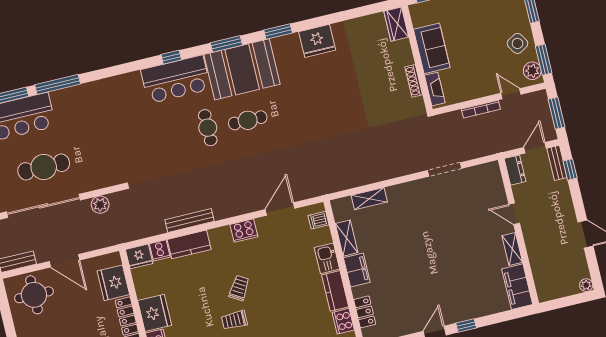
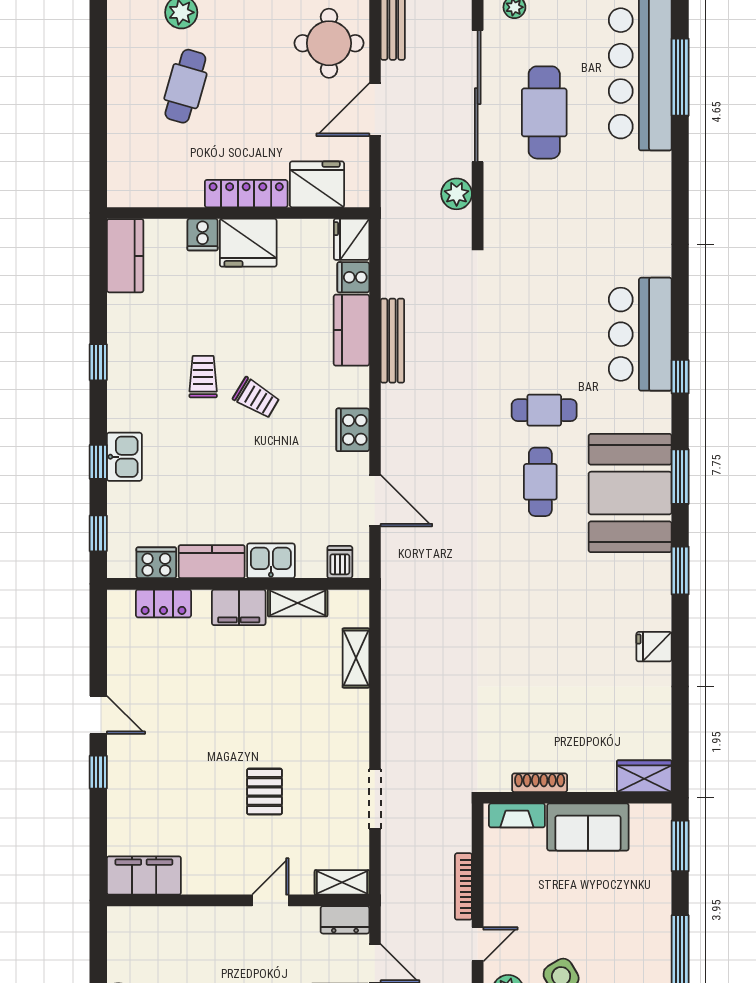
fridge: (317, 41) -> (654, 647), width x0.53, depth x0.75
bar counter: (176, 79) -> (640, 334), moved
window: (58, 84) -> (680, 171), removed
pallet: (455, 231) -> (264, 792), added
shelving: (512, 249) -> (342, 882), moved

